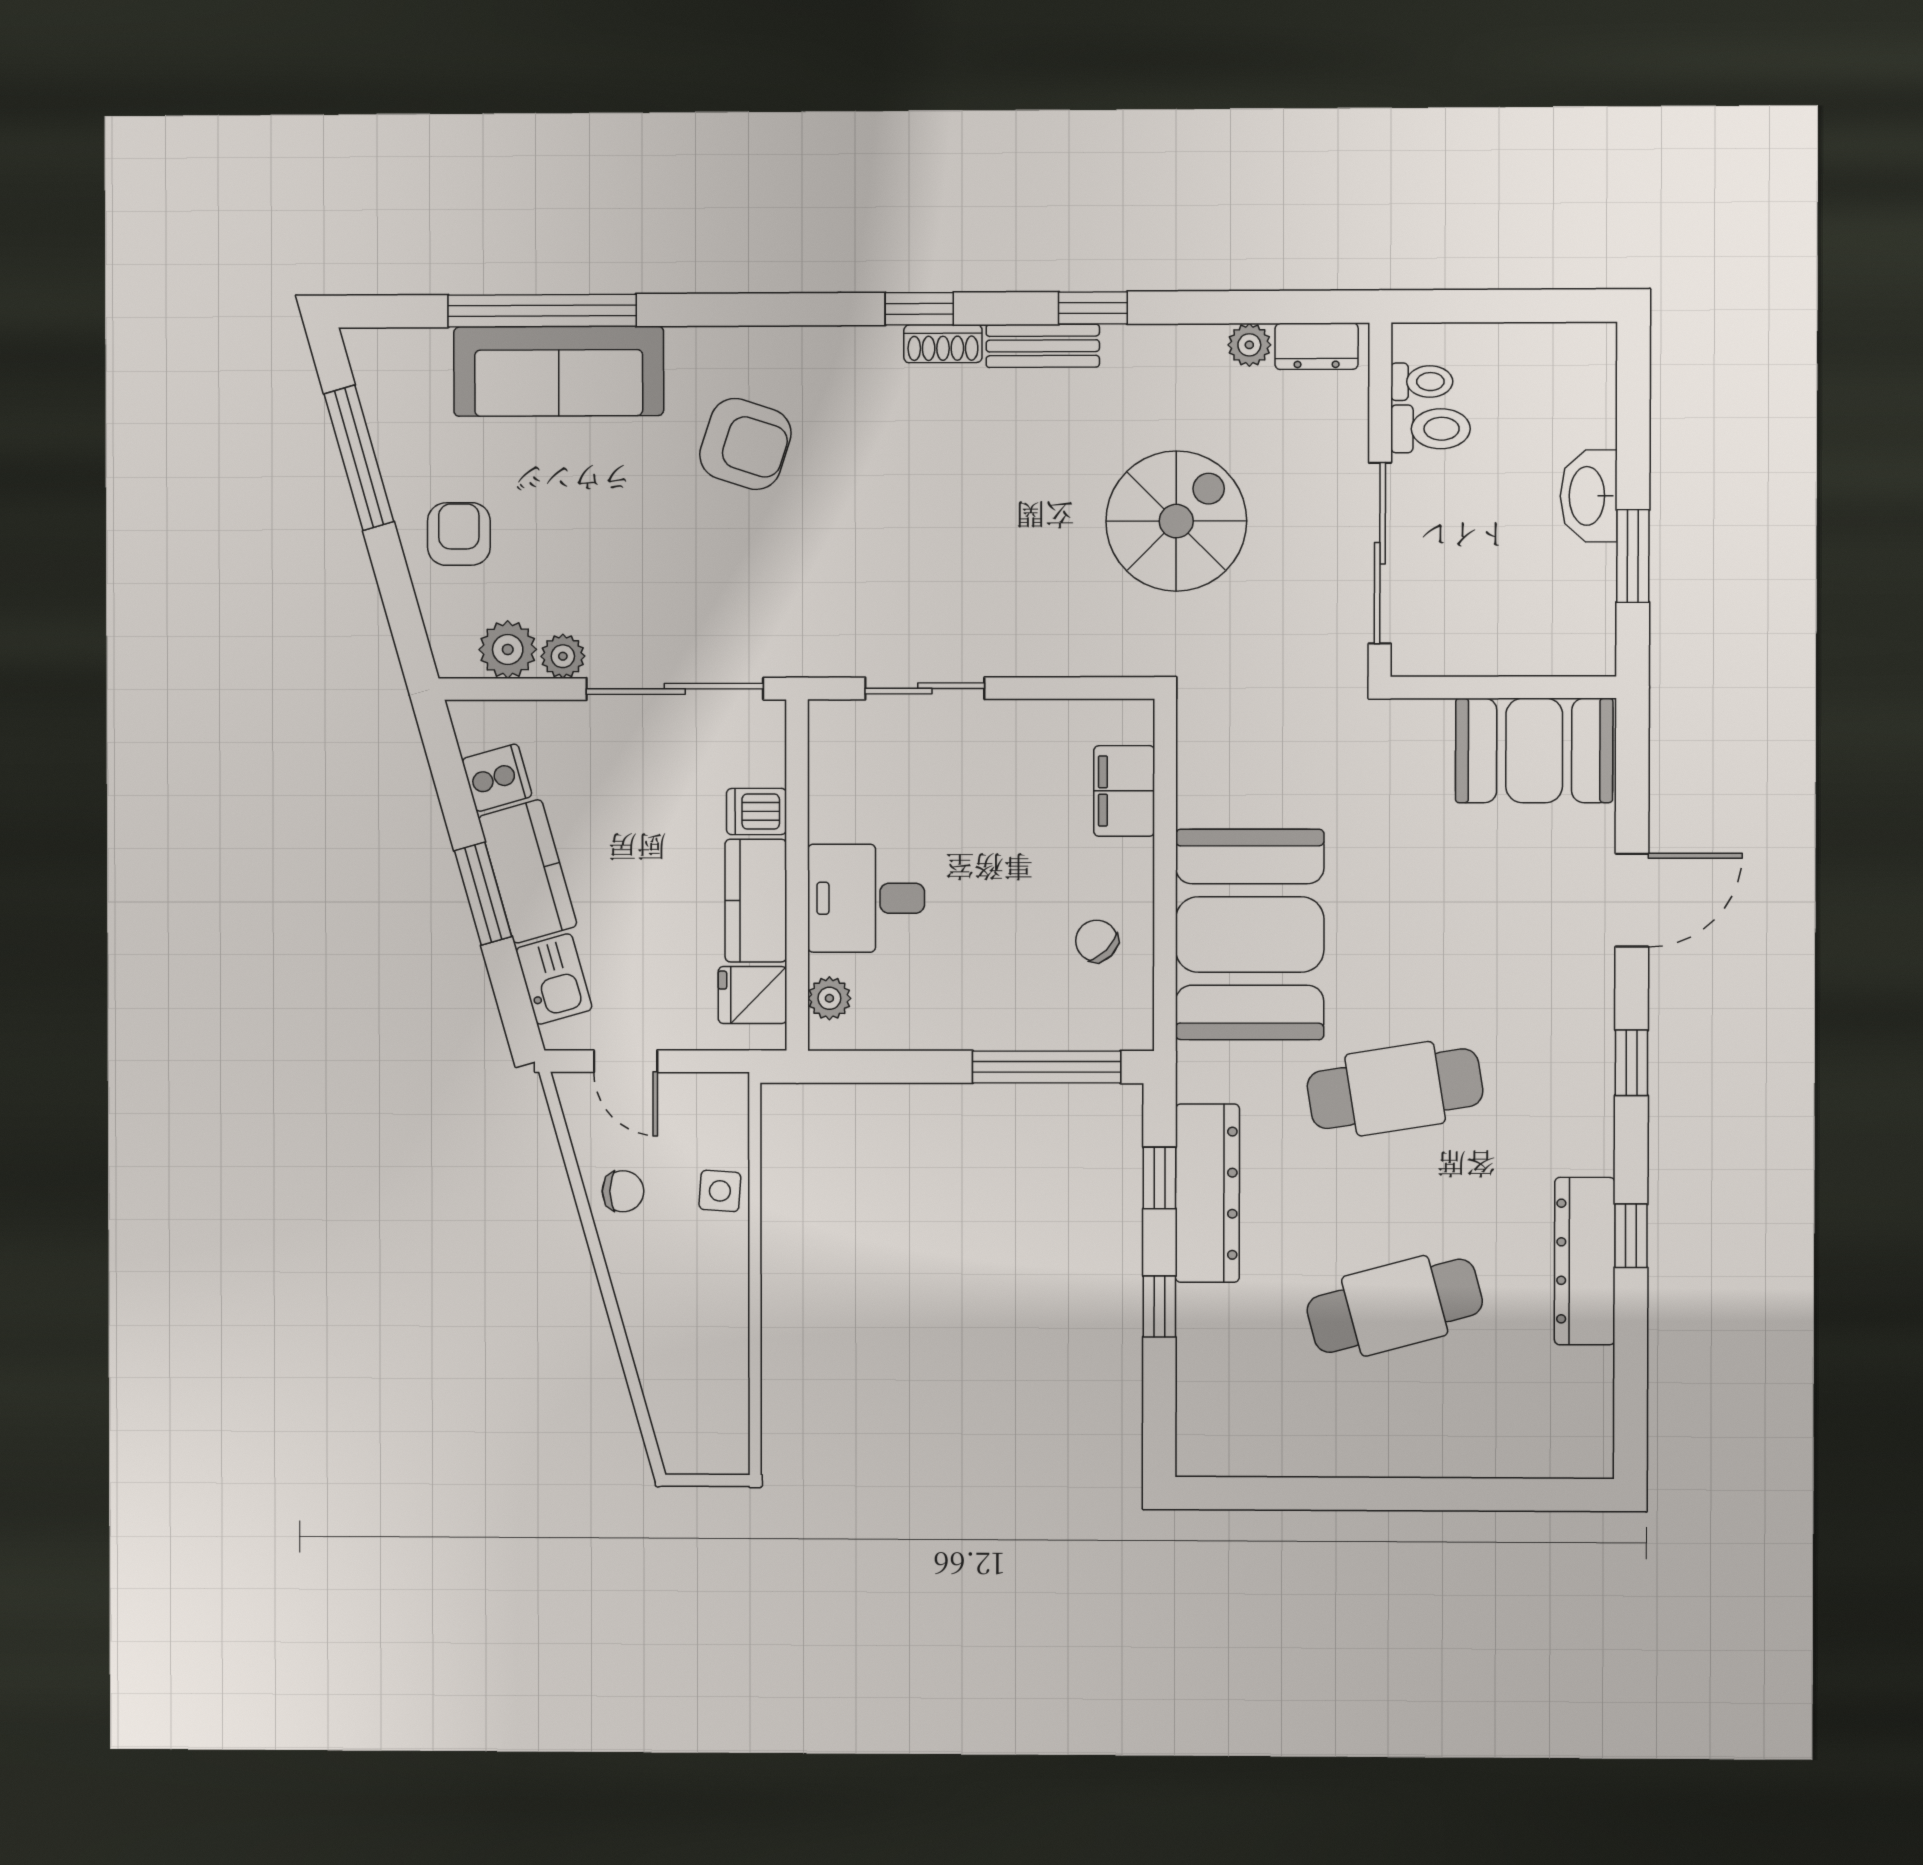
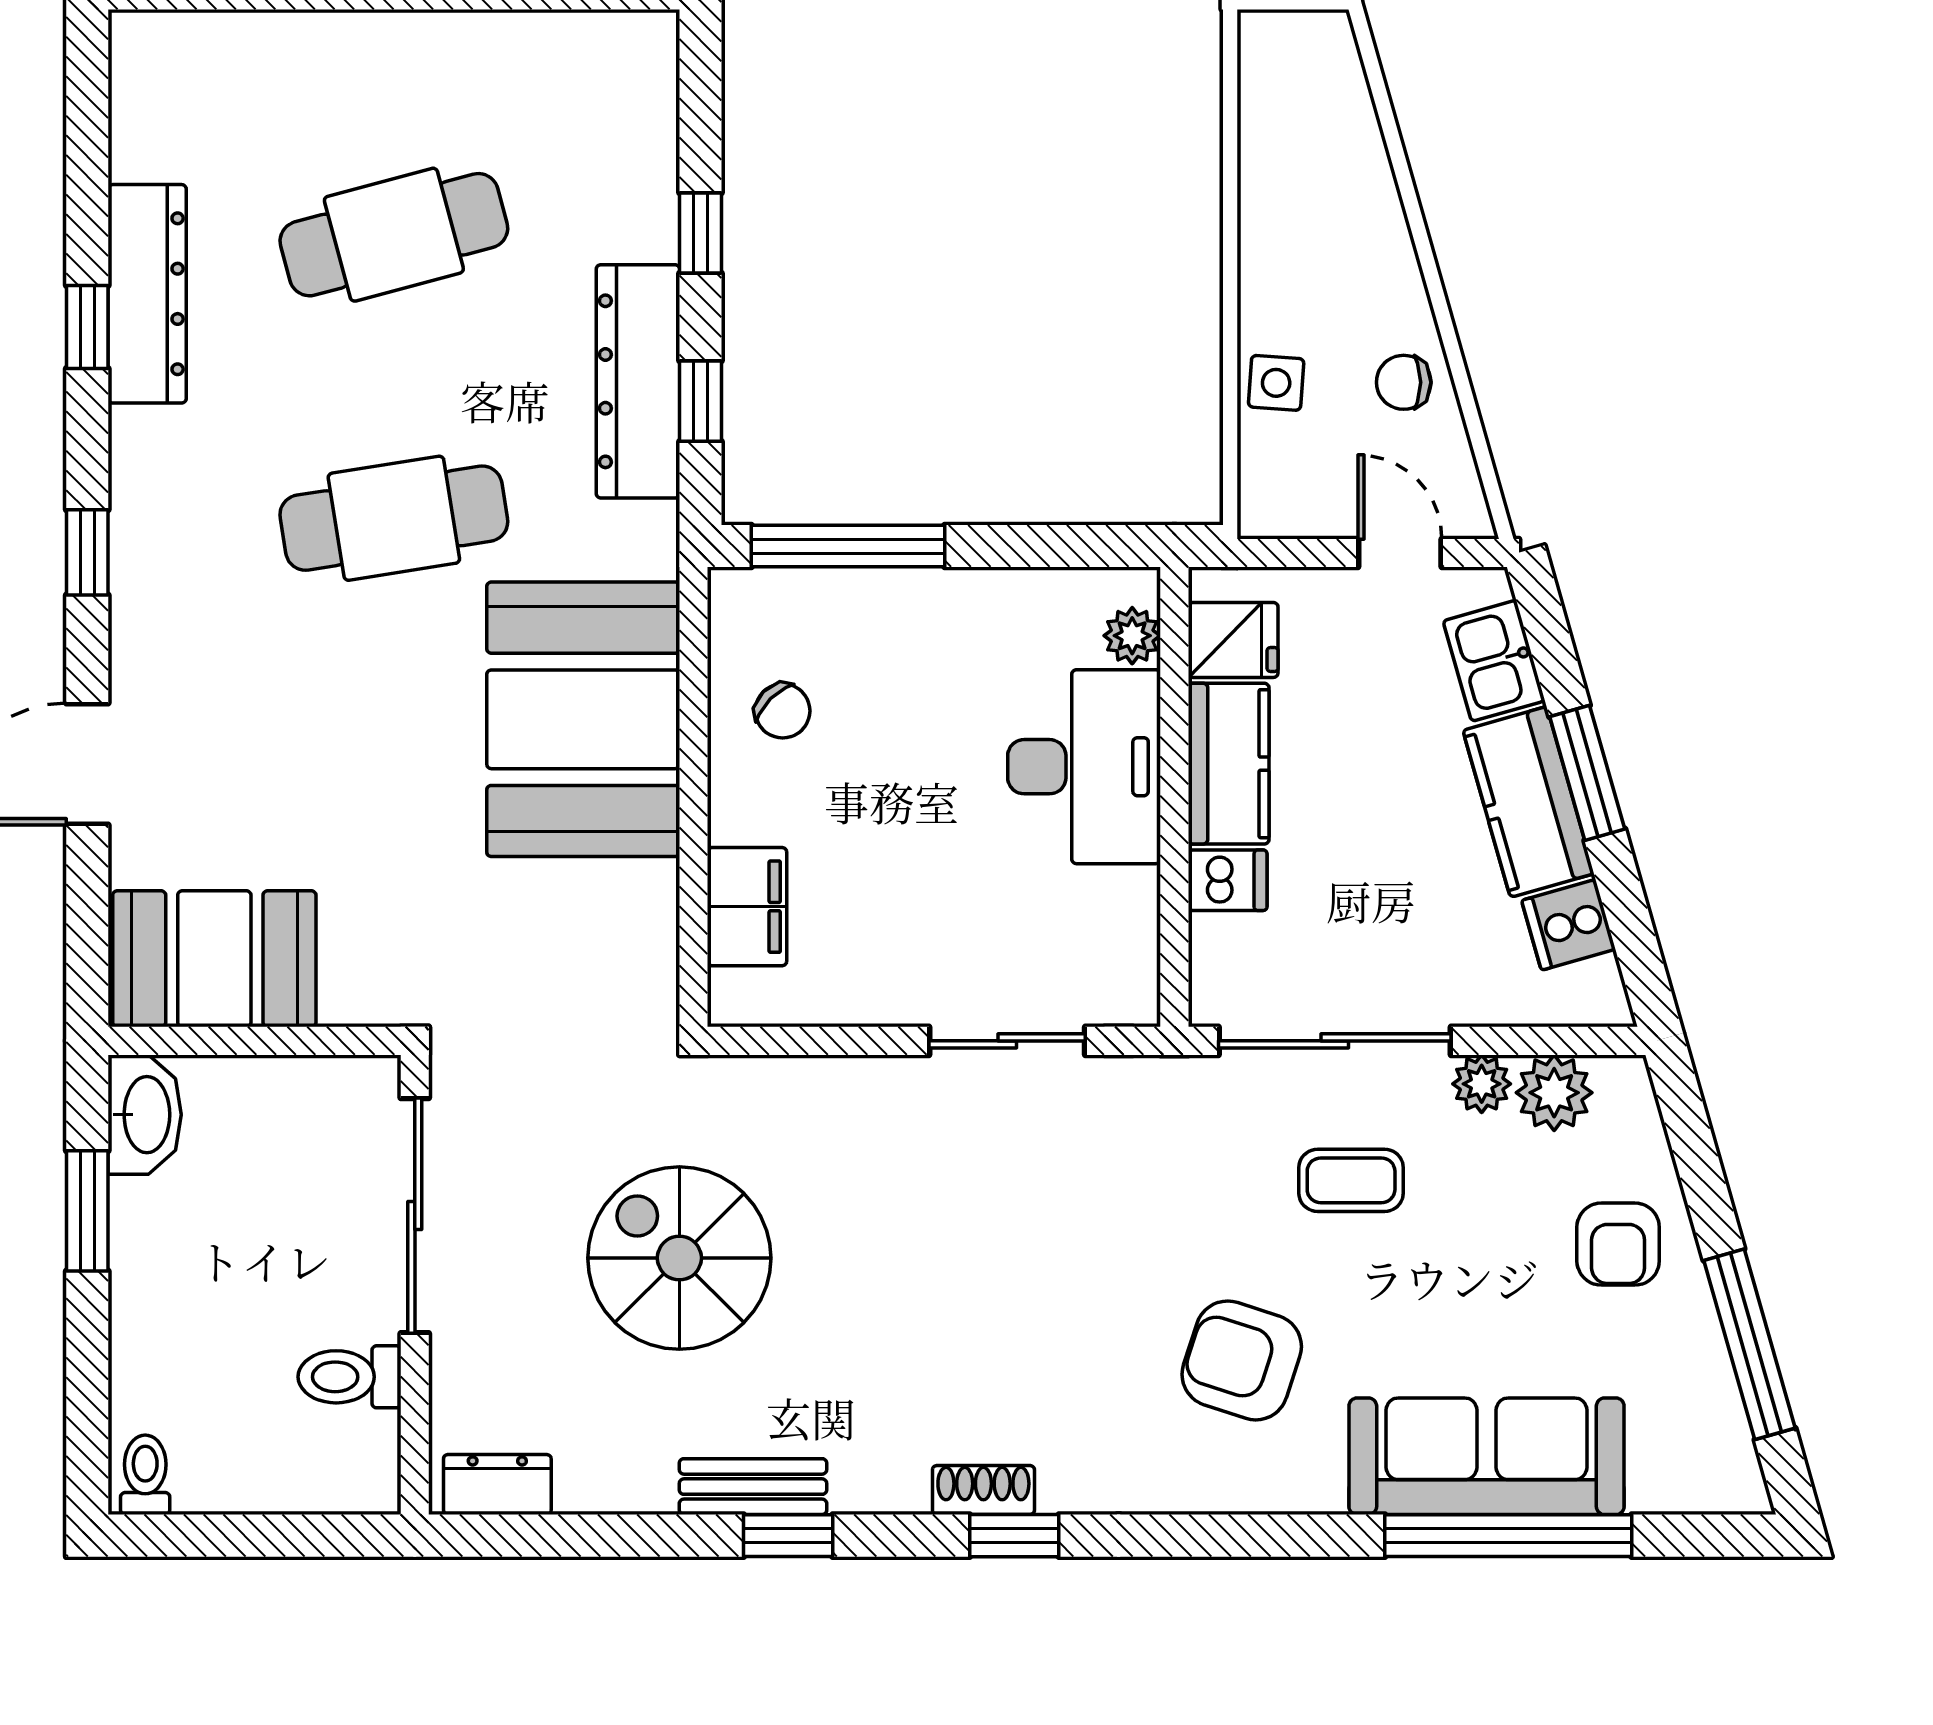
plant: (1249, 345) -> (585, 1487), removed
bench: (1043, 346) -> (753, 1487), moved
toilet: (1422, 382) -> (145, 1475), moved, turned 90
washbasin: (1589, 496) -> (145, 1115), moved
spiral stairs: (1176, 521) -> (679, 1258), turned 90
coffee table: (662, 582) -> (1351, 1180), added
desk: (866, 898) -> (1084, 767), width x1.37

